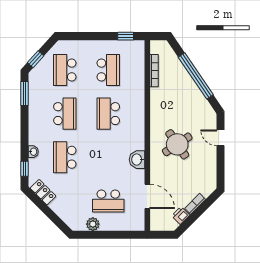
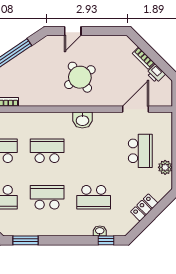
school desk: (108, 114) -> (47, 151), turned 180
washbasin: (33, 152) -> (100, 231), moved
washbasin: (137, 160) -> (82, 120), moved
locker: (43, 192) -> (144, 207), moved

